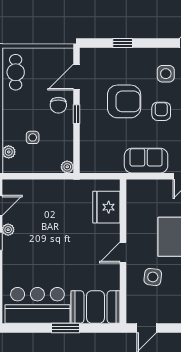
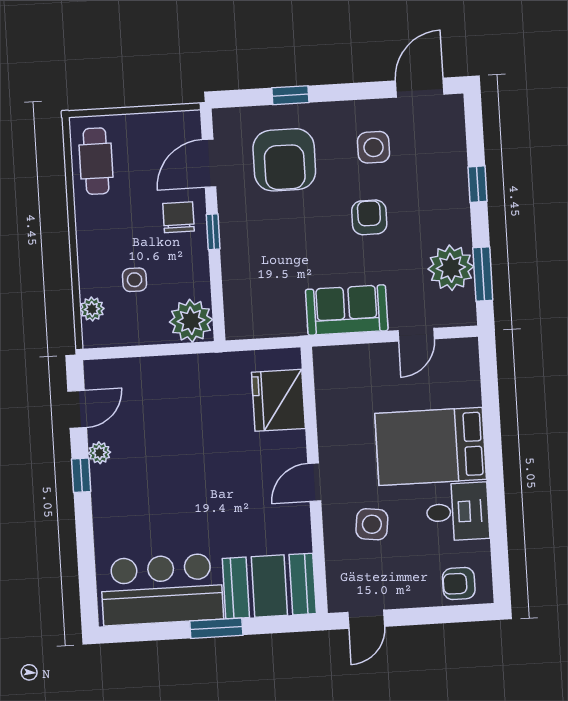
armchair: (124, 101) -> (284, 160), moved, turned 90
chair: (58, 105) -> (179, 217), turned 180
plant: (67, 167) -> (191, 321), width x1.88, depth x1.88

